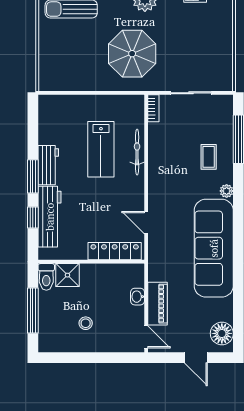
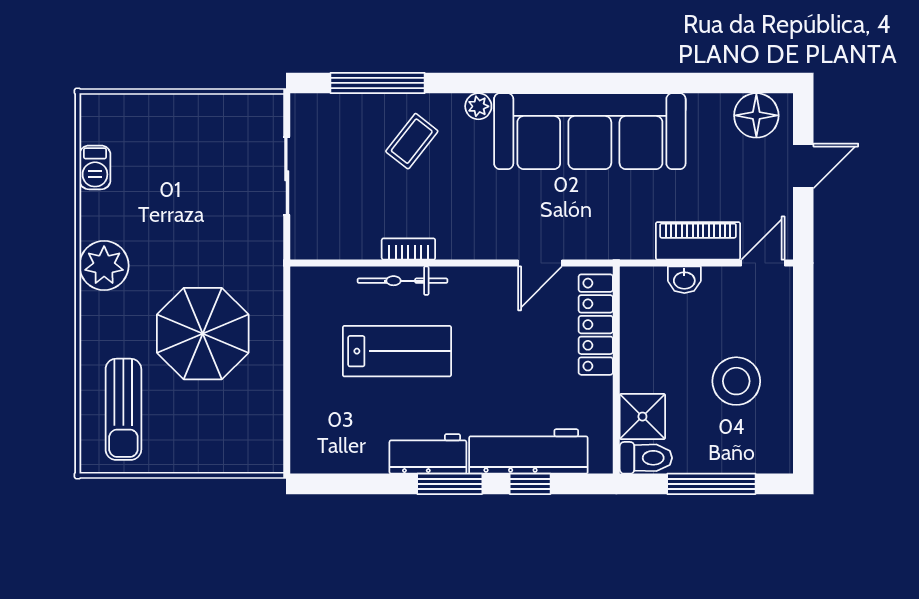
parasol: (132, 54) -> (203, 334), moved
bookcase: (153, 108) -> (408, 249), moved
coffee table: (209, 157) -> (412, 141), turned -52
stool: (86, 323) -> (736, 381), width x1.89, depth x1.89

